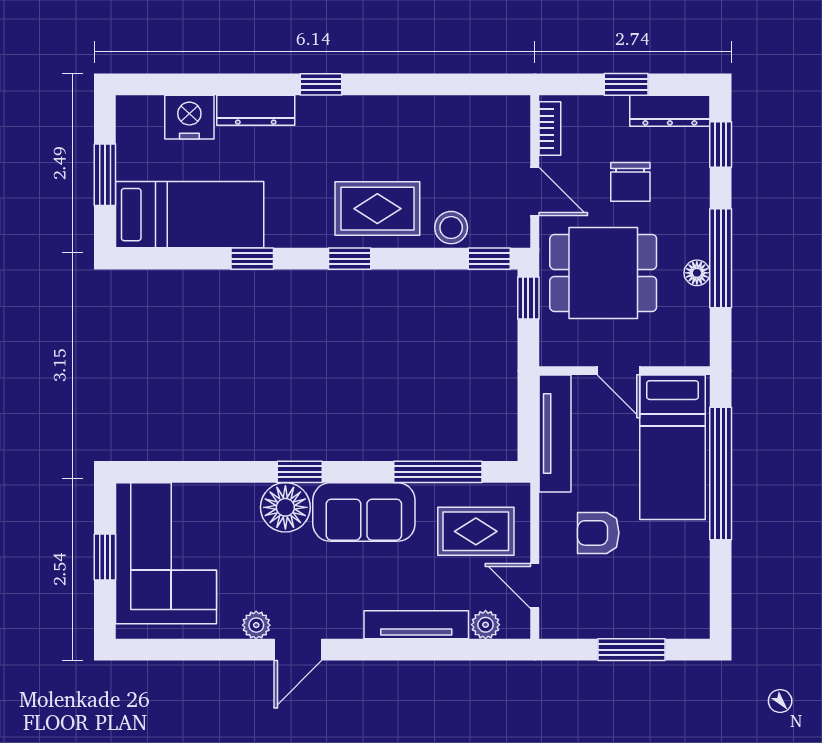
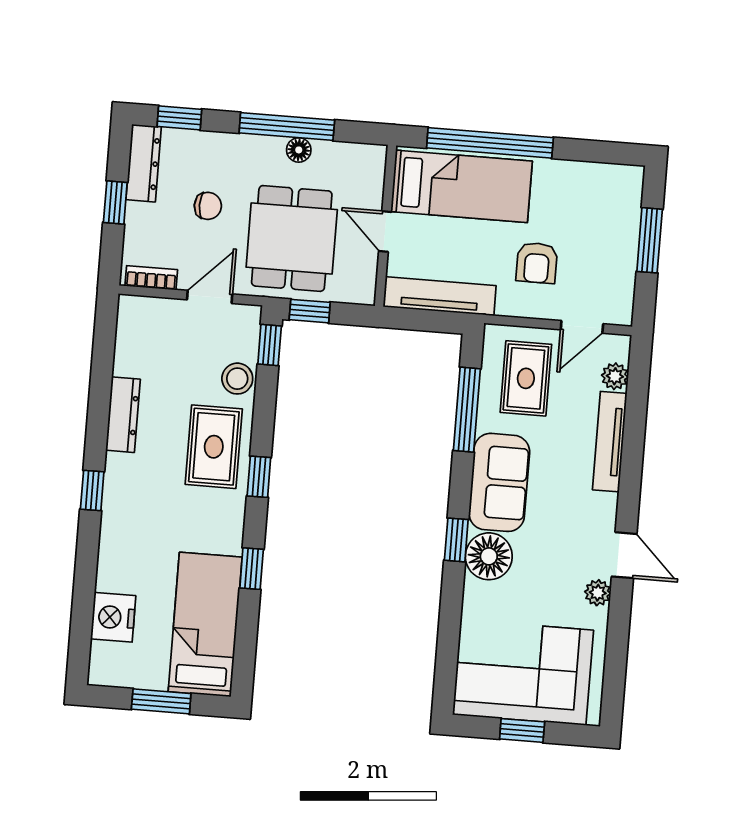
dresser: (256, 110) -> (123, 415), moved
chair: (630, 182) -> (208, 206), width x0.73, depth x0.73
door: (618, 371) -> (385, 231), swing flipped

